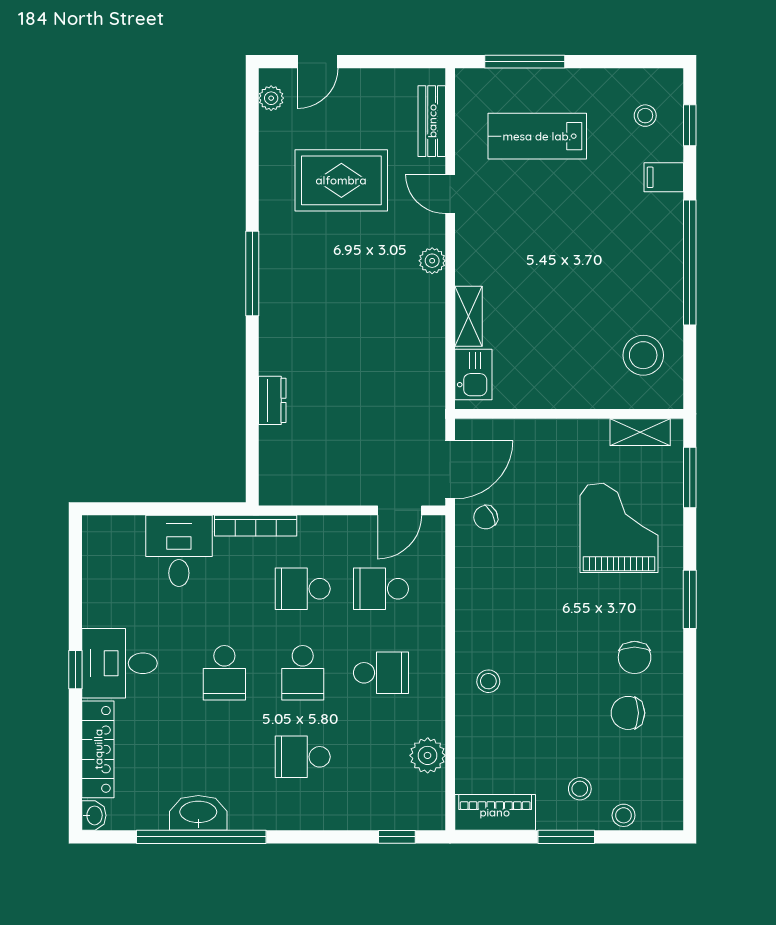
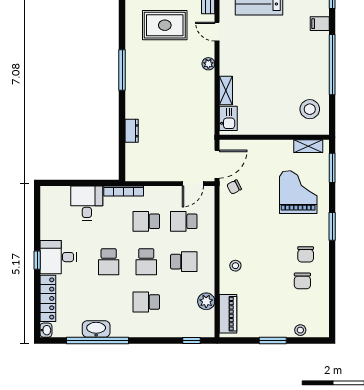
chair: (628, 713) -> (302, 281), turned -90
stool: (580, 789) -> (279, 317), removed
piano: (495, 812) -> (228, 314), moved, turned 90

